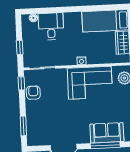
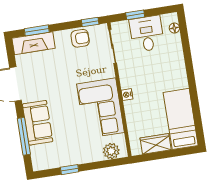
desk: (51, 26) -> (147, 34), moved, turned -90
fireplace: (33, 130) -> (34, 43), added
sofa: (107, 133) -> (38, 123), moved

